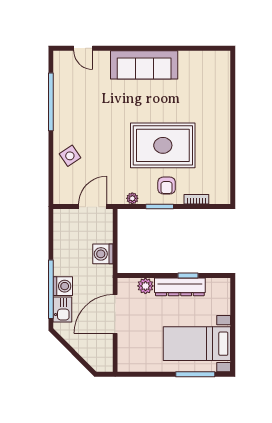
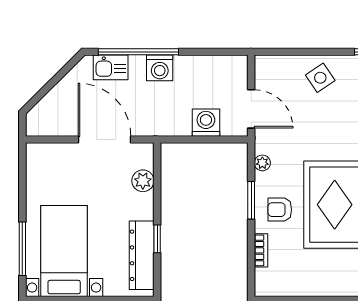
washing machine: (103, 254) -> (206, 123), moved
washing machine: (63, 286) -> (160, 68), moved
dresser: (180, 287) -> (142, 255), moved

